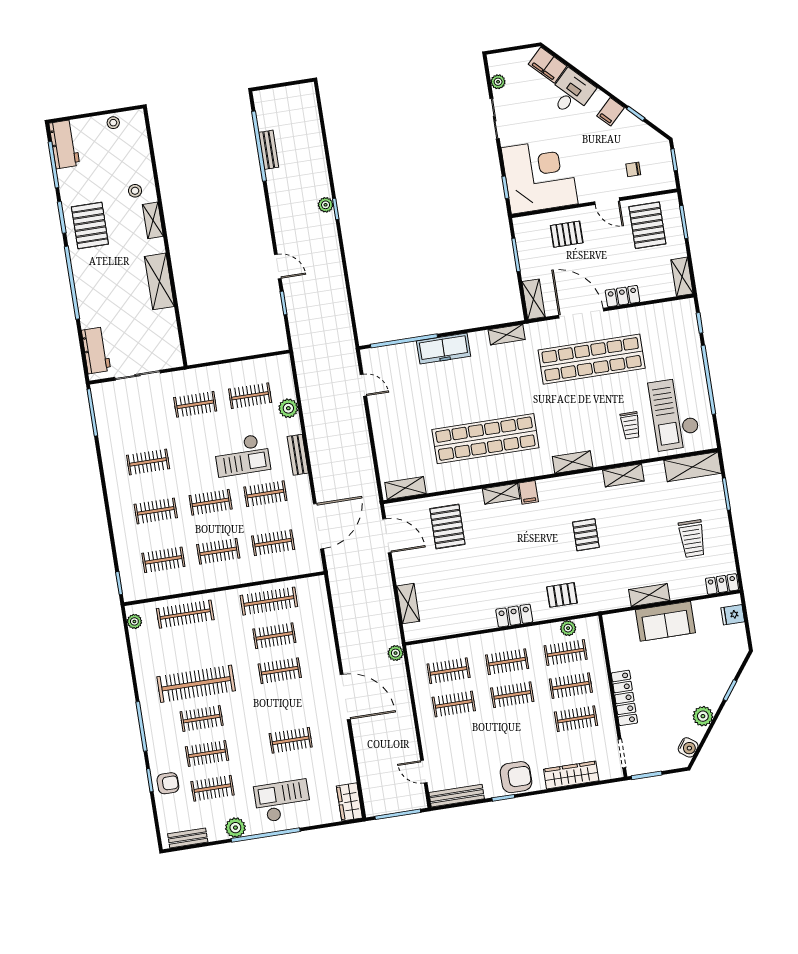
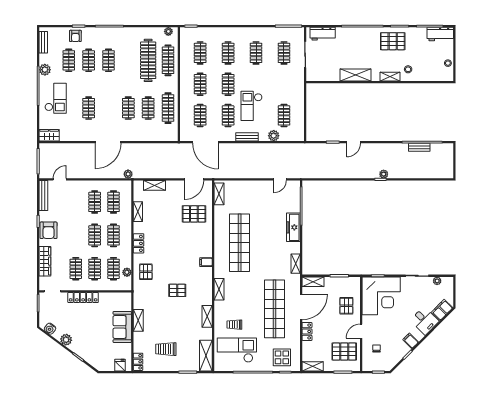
display table: (675, 333) -> (282, 357), added
clothes rail: (195, 404) -> (284, 53), moved
shelving: (501, 494) -> (138, 212), moved
clothes rail: (196, 684) -> (148, 60), moved

